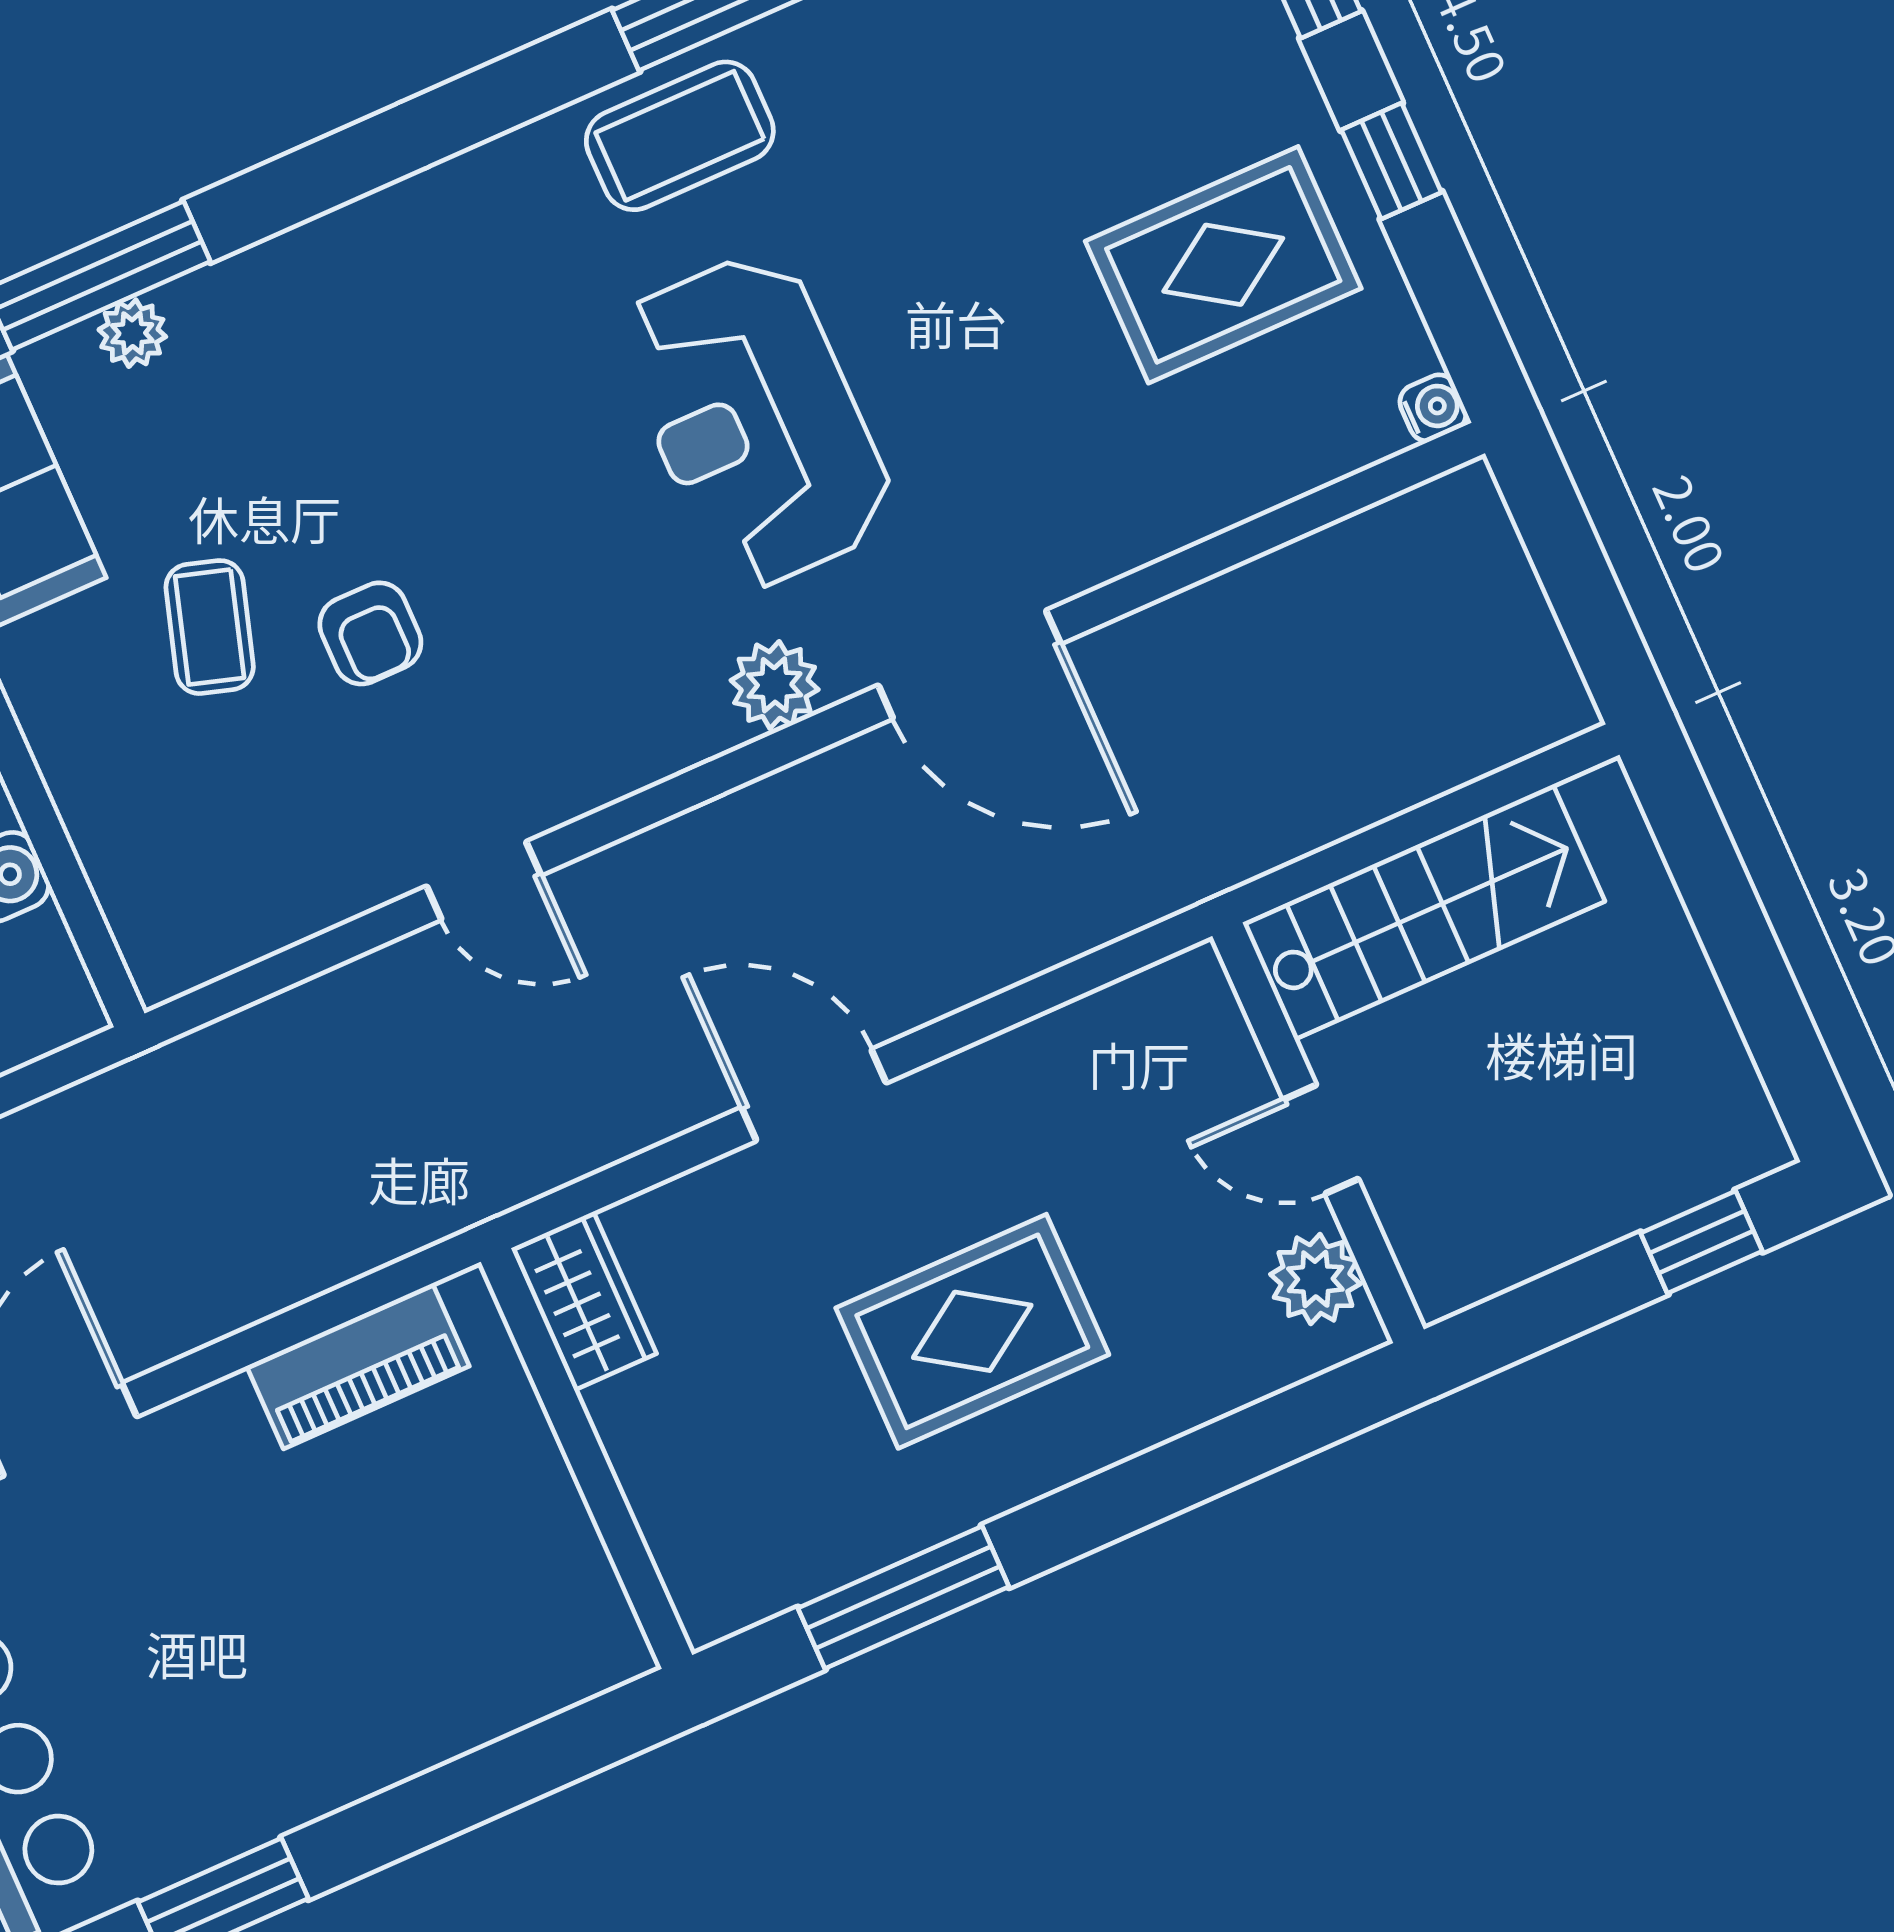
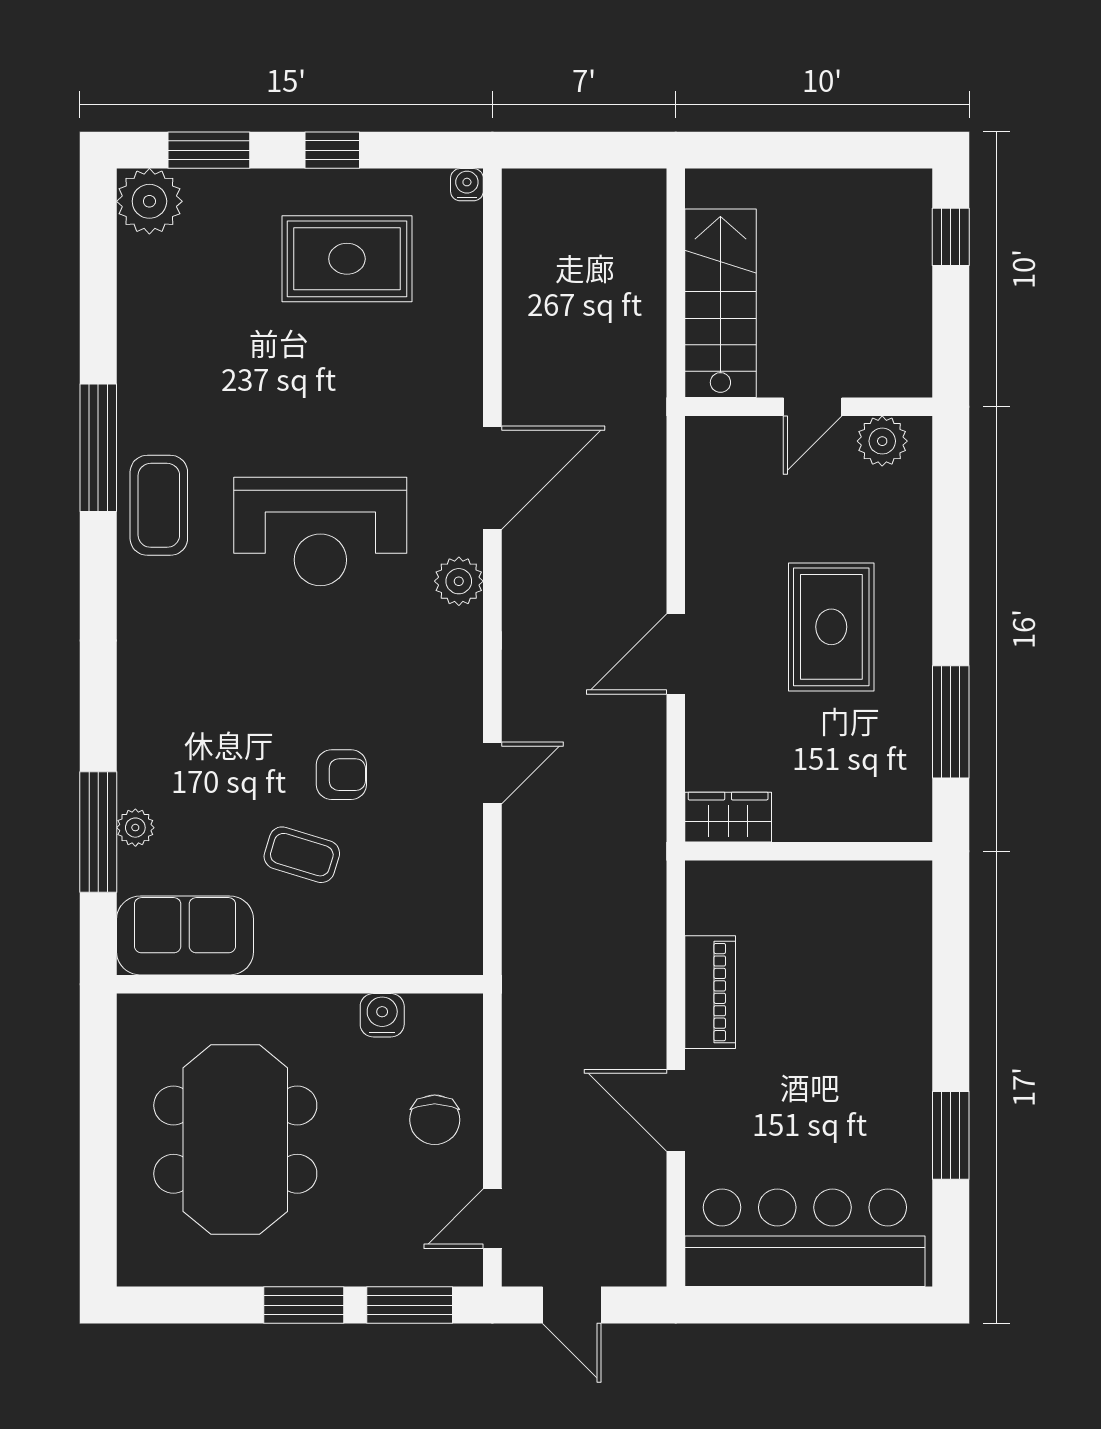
rug: (1223, 265) -> (347, 259), turned 90
piano: (358, 1366) -> (710, 992), moved

